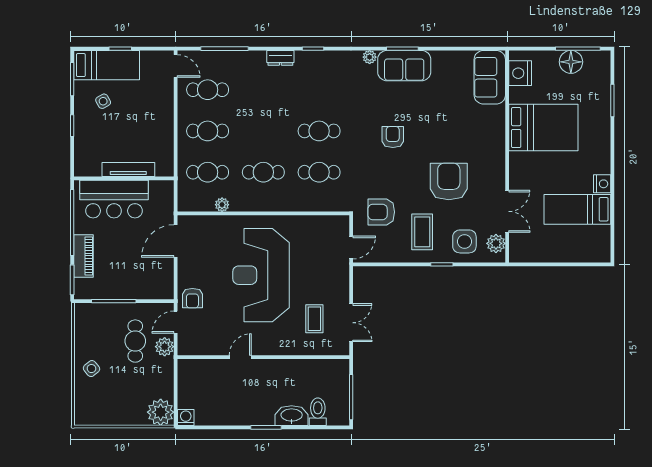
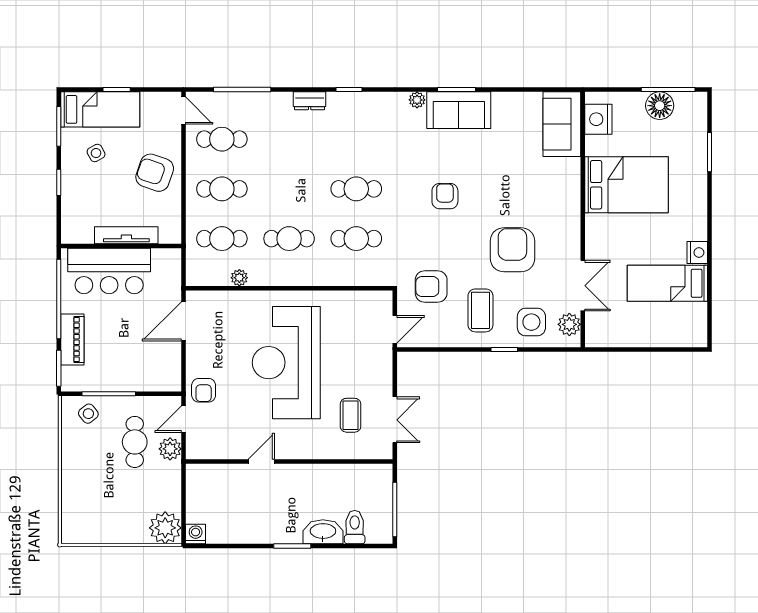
armchair: (152, 118) -> (155, 173), added
side table: (91, 369) -> (88, 414), moved

